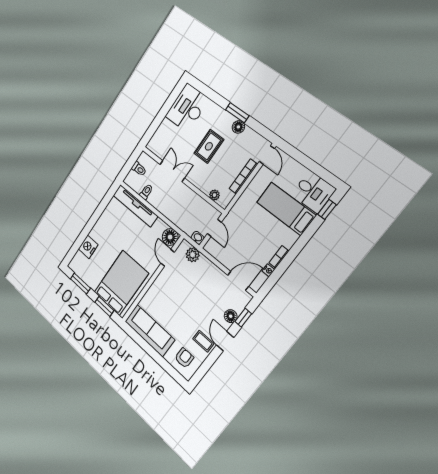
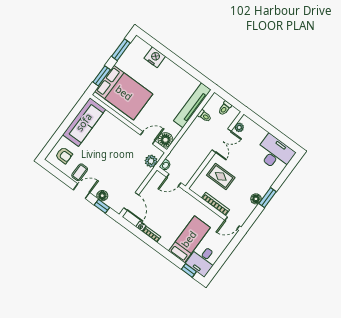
rug: (209, 146) -> (221, 176), moved
plant: (214, 195) -> (239, 127), moved

